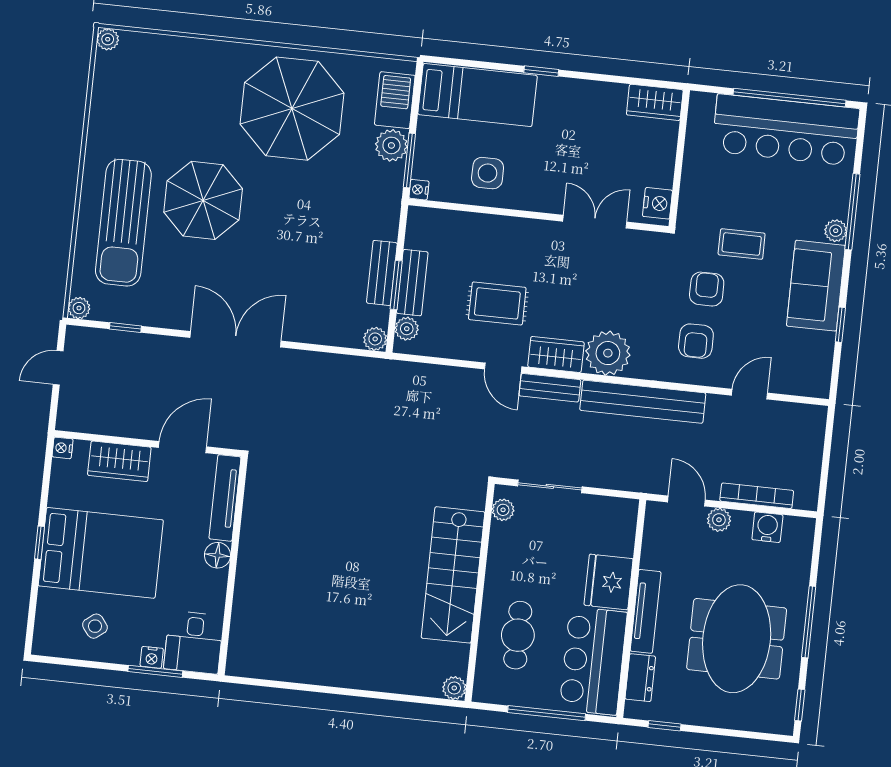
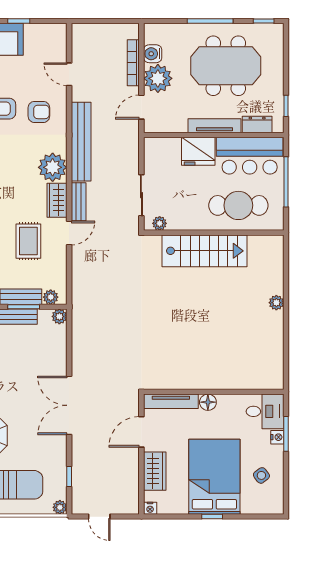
door: (182, 447) -> (141, 432), hinge flipped
plant: (719, 520) -> (158, 78), width x1.88, depth x1.88
cafe table: (518, 635) -> (238, 205), width x1.37, depth x1.35
plant: (454, 688) -> (276, 303), moved

